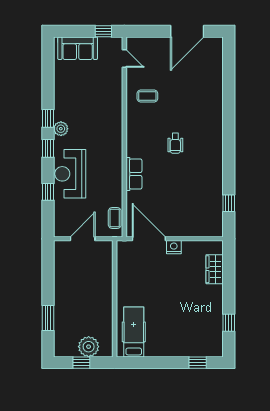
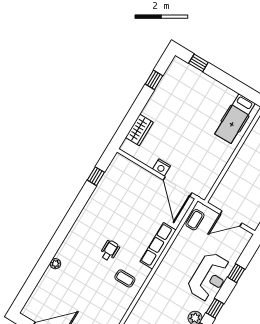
coffee table: (147, 96) -> (125, 278), moved
plant: (218, 101) -> (55, 264), added
row of seats: (134, 174) -> (158, 246), width x1.48

